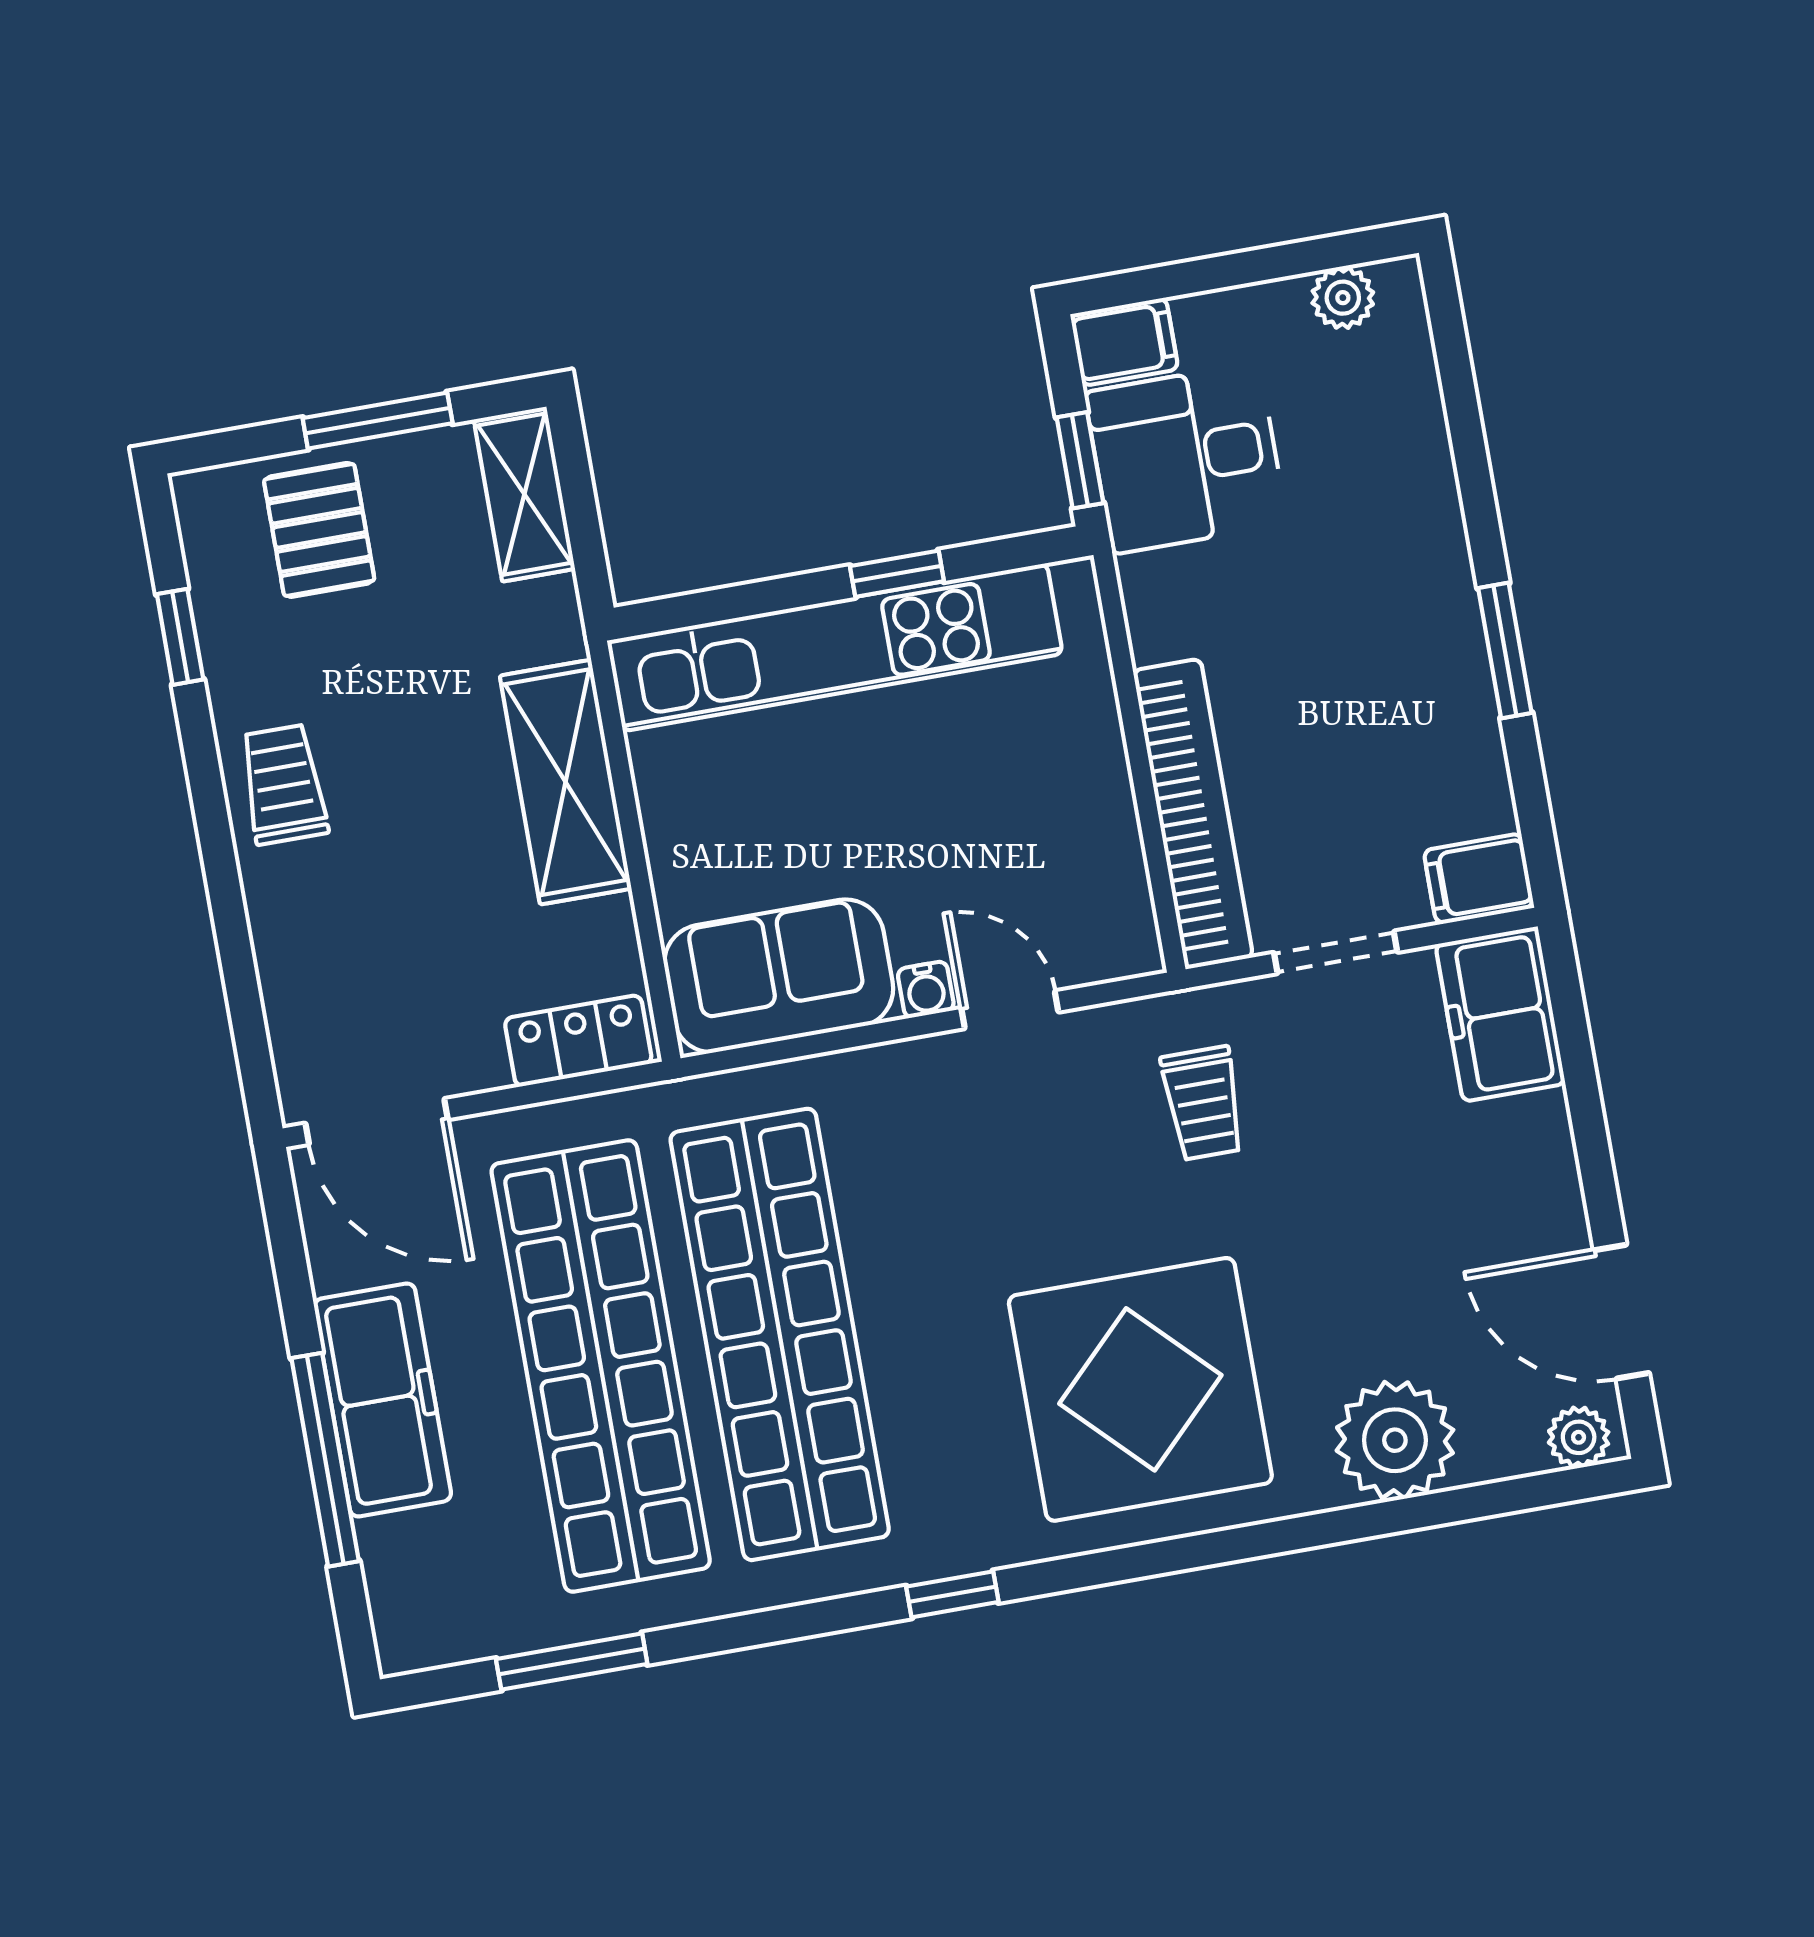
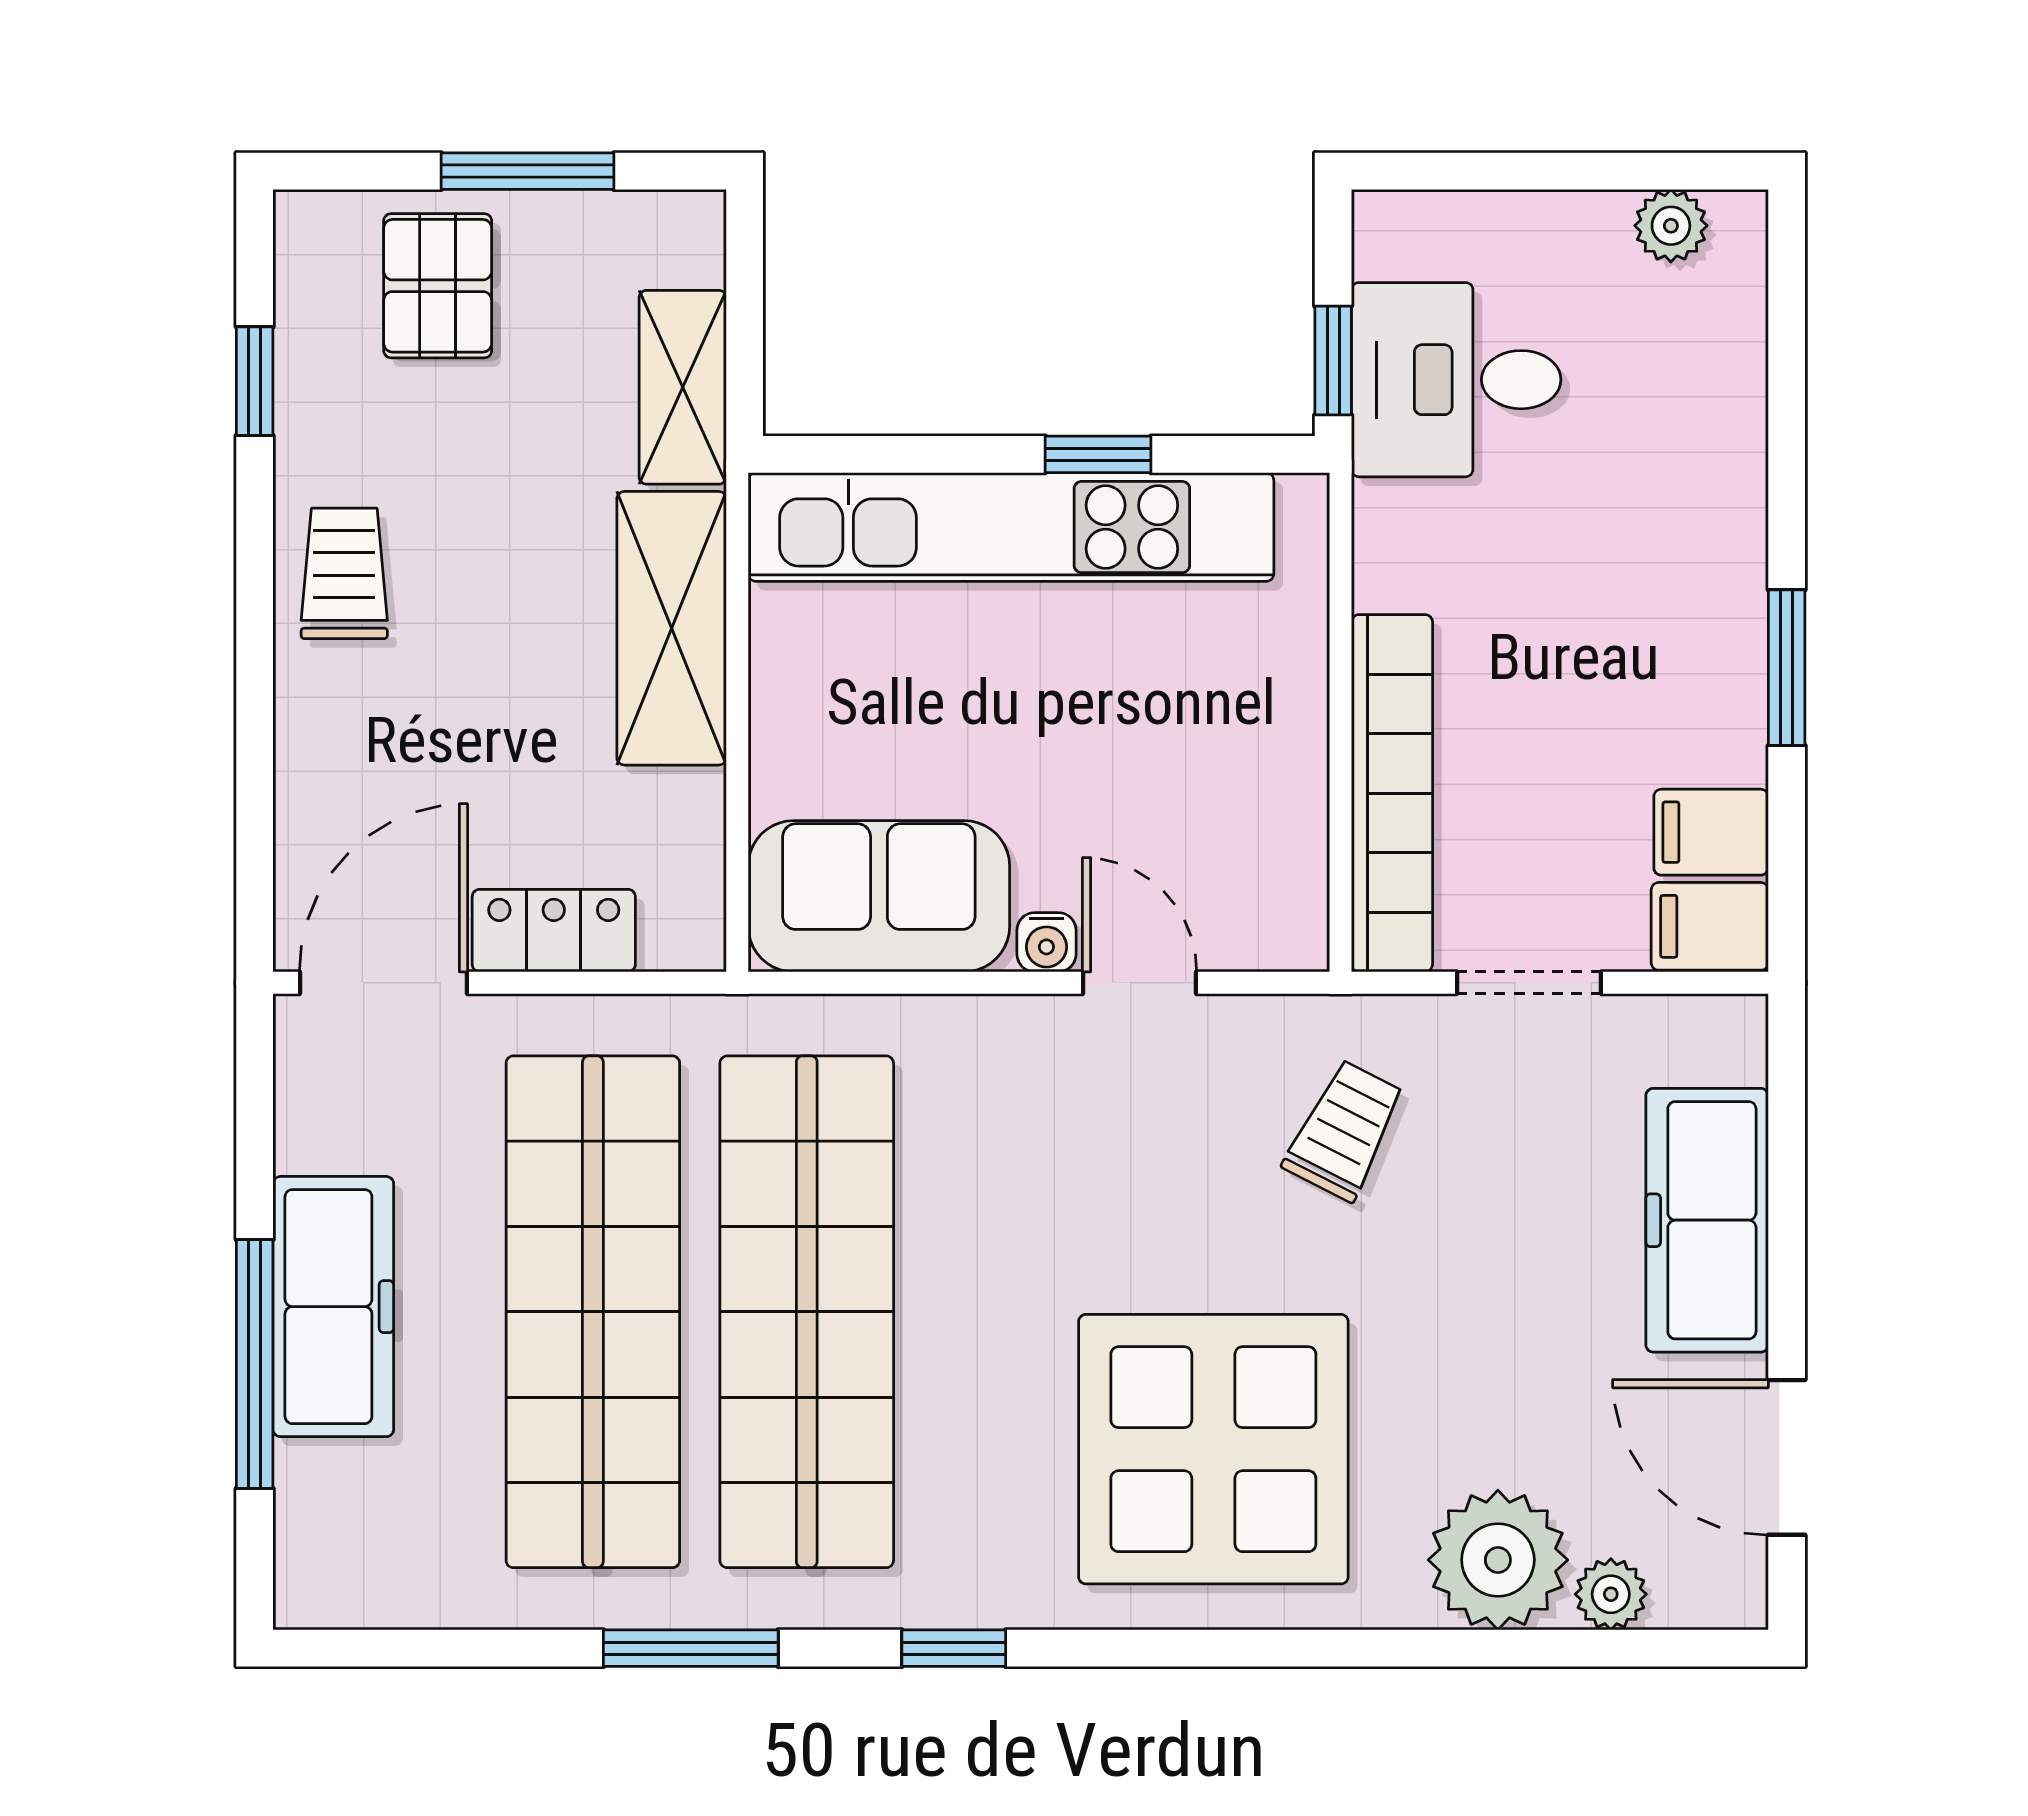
filing cabinet: (1124, 342) -> (1711, 832), moved, turned 180
shelving: (524, 494) -> (683, 387), moved
freezer: (1500, 1014) -> (1707, 1220), moved, width x1.40
locker: (578, 1041) -> (554, 931), moved
trolley: (1203, 1103) -> (1344, 1130), turned -153
door: (377, 1121) -> (383, 983), swing flipped
plant: (1579, 1437) -> (1611, 1594), moved
window: (572, 1661) -> (691, 1648), moved

